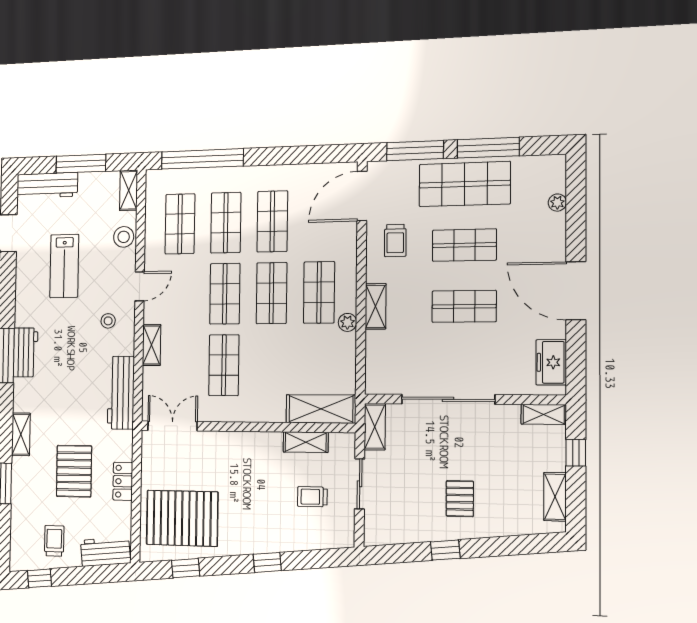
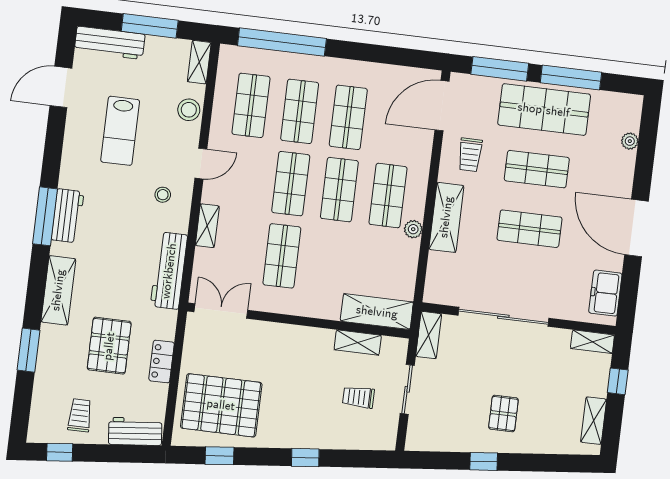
shelving: (376, 306) -> (446, 217), width x1.50, depth x1.33
shelving: (21, 434) -> (58, 290), width x1.50, depth x1.33

